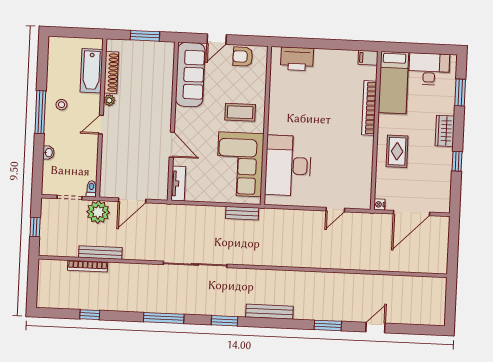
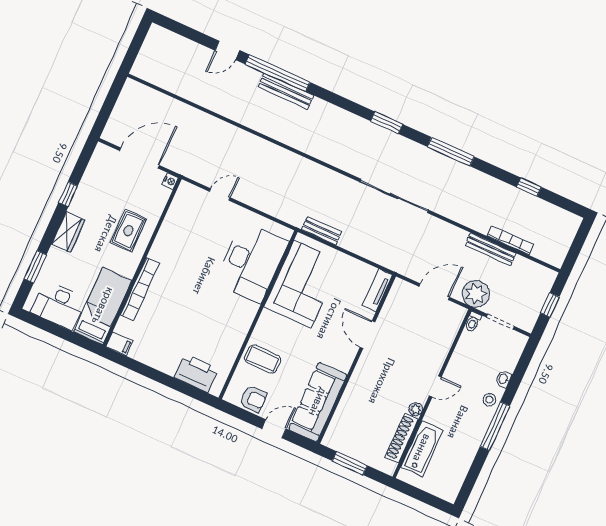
stool: (62, 105) -> (489, 400), moved
coffee table: (240, 112) -> (263, 359), moved
bench: (269, 312) -> (286, 91), moved
window: (328, 325) -> (278, 73), width x2.11

